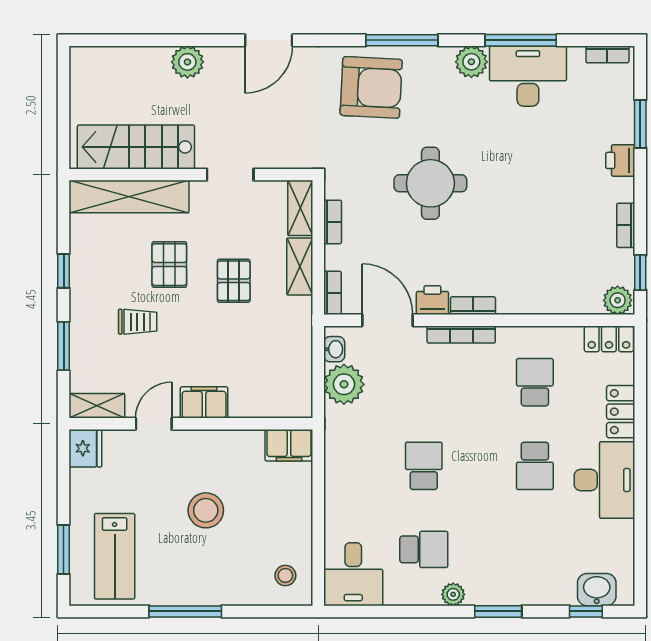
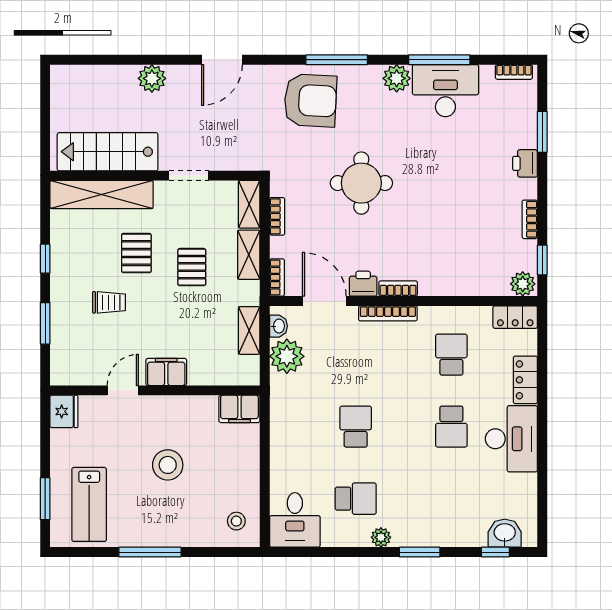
shelving: (97, 406) -> (249, 330), moved, turned 90

